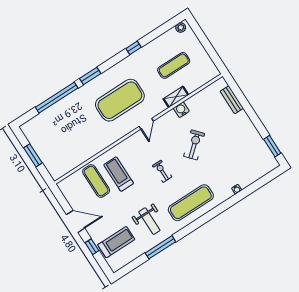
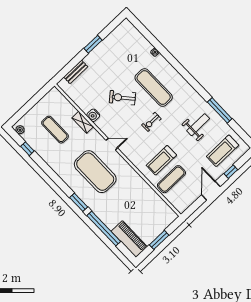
window: (133, 48) -> (27, 149), moved
piano: (40, 123) -> (129, 239), added
window: (272, 146) -> (93, 44), moved
exercise mat: (191, 203) -> (154, 88), moved
treadmill: (116, 242) -> (223, 151), turned -90

